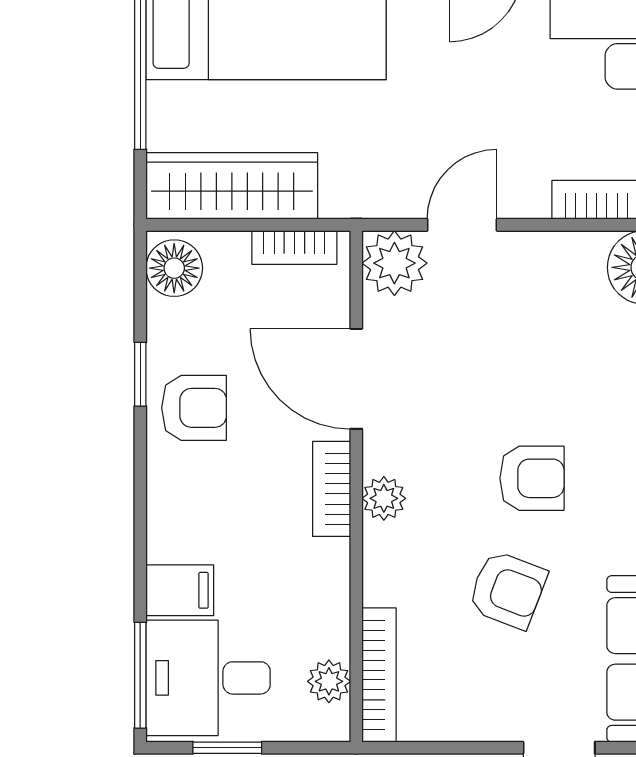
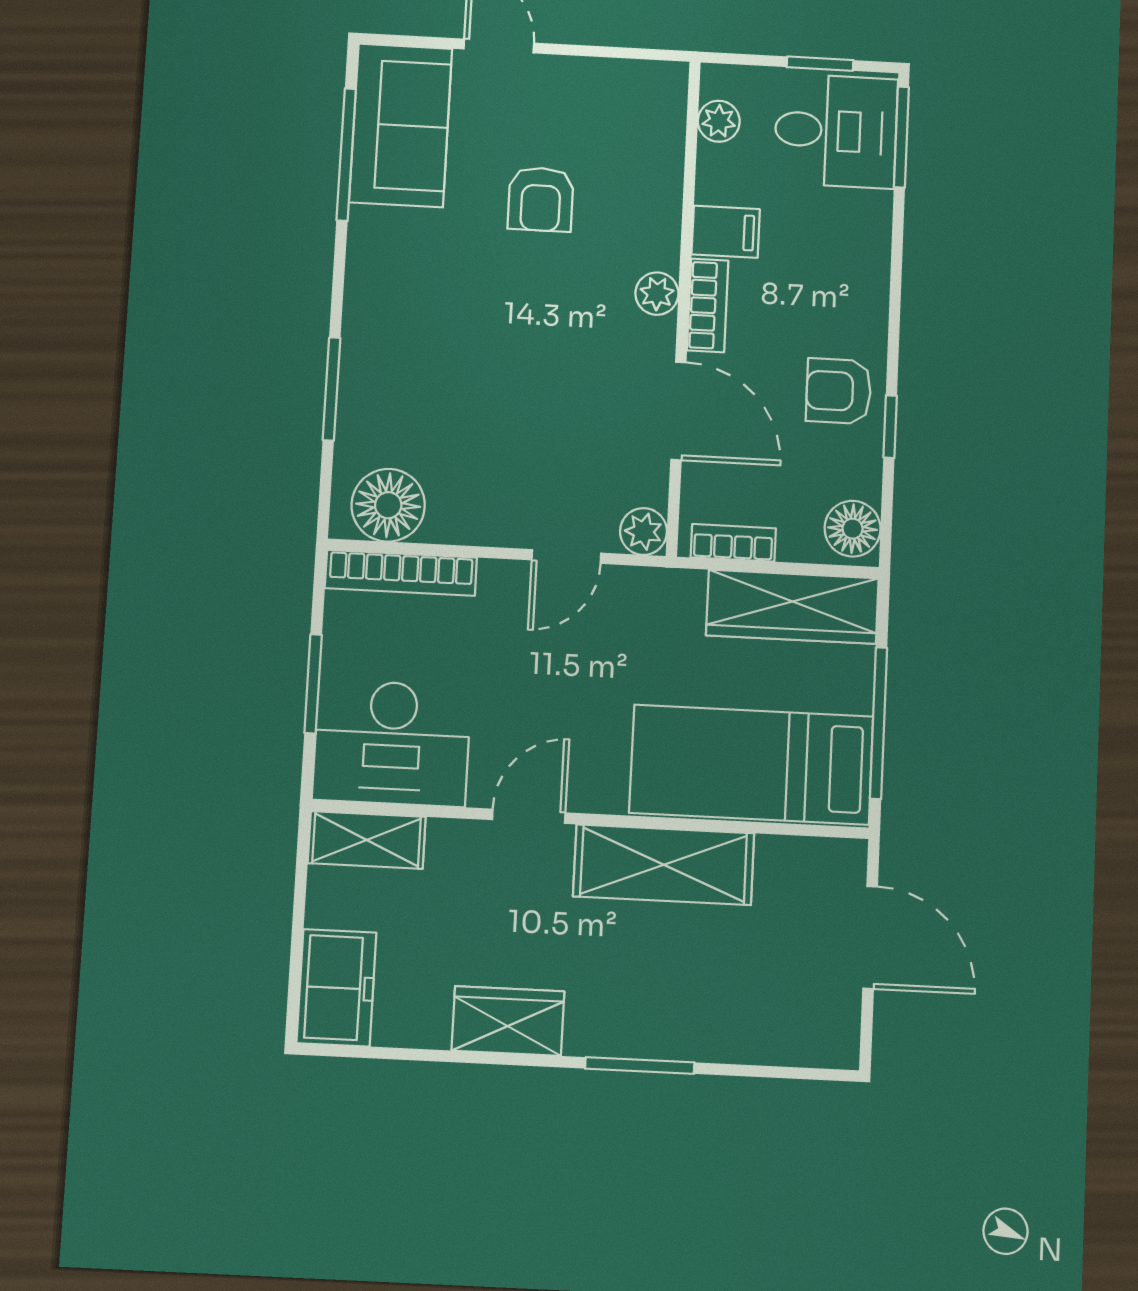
plant: (394, 263) -> (643, 532), width x0.73, depth x0.73
armchair: (532, 478) -> (511, 305), removed
filing cabinet: (180, 590) -> (726, 232), moved, turned 180
armchair: (507, 590) -> (541, 199), turned -111
bookcase: (379, 675) -> (670, 125), removed

